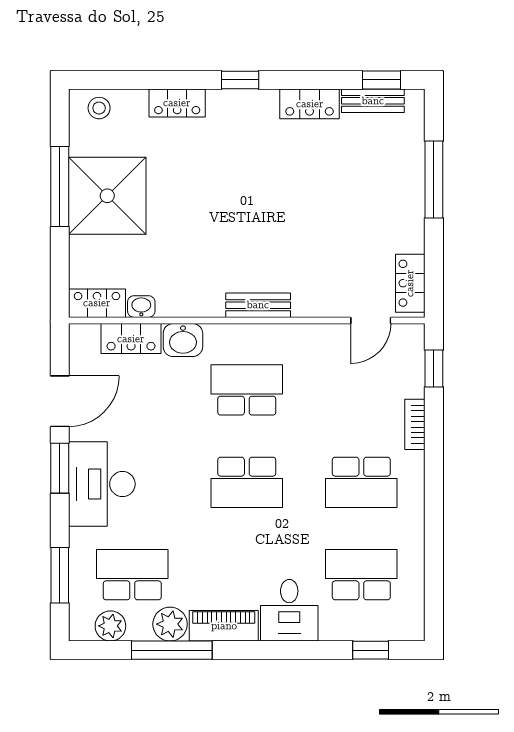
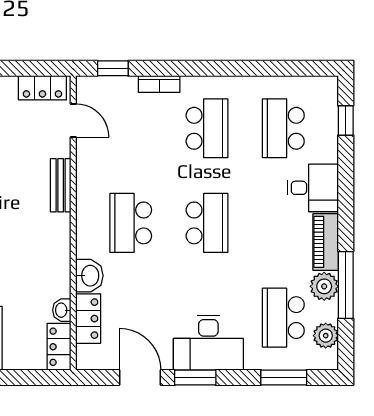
bench: (258, 305) -> (61, 185), moved

